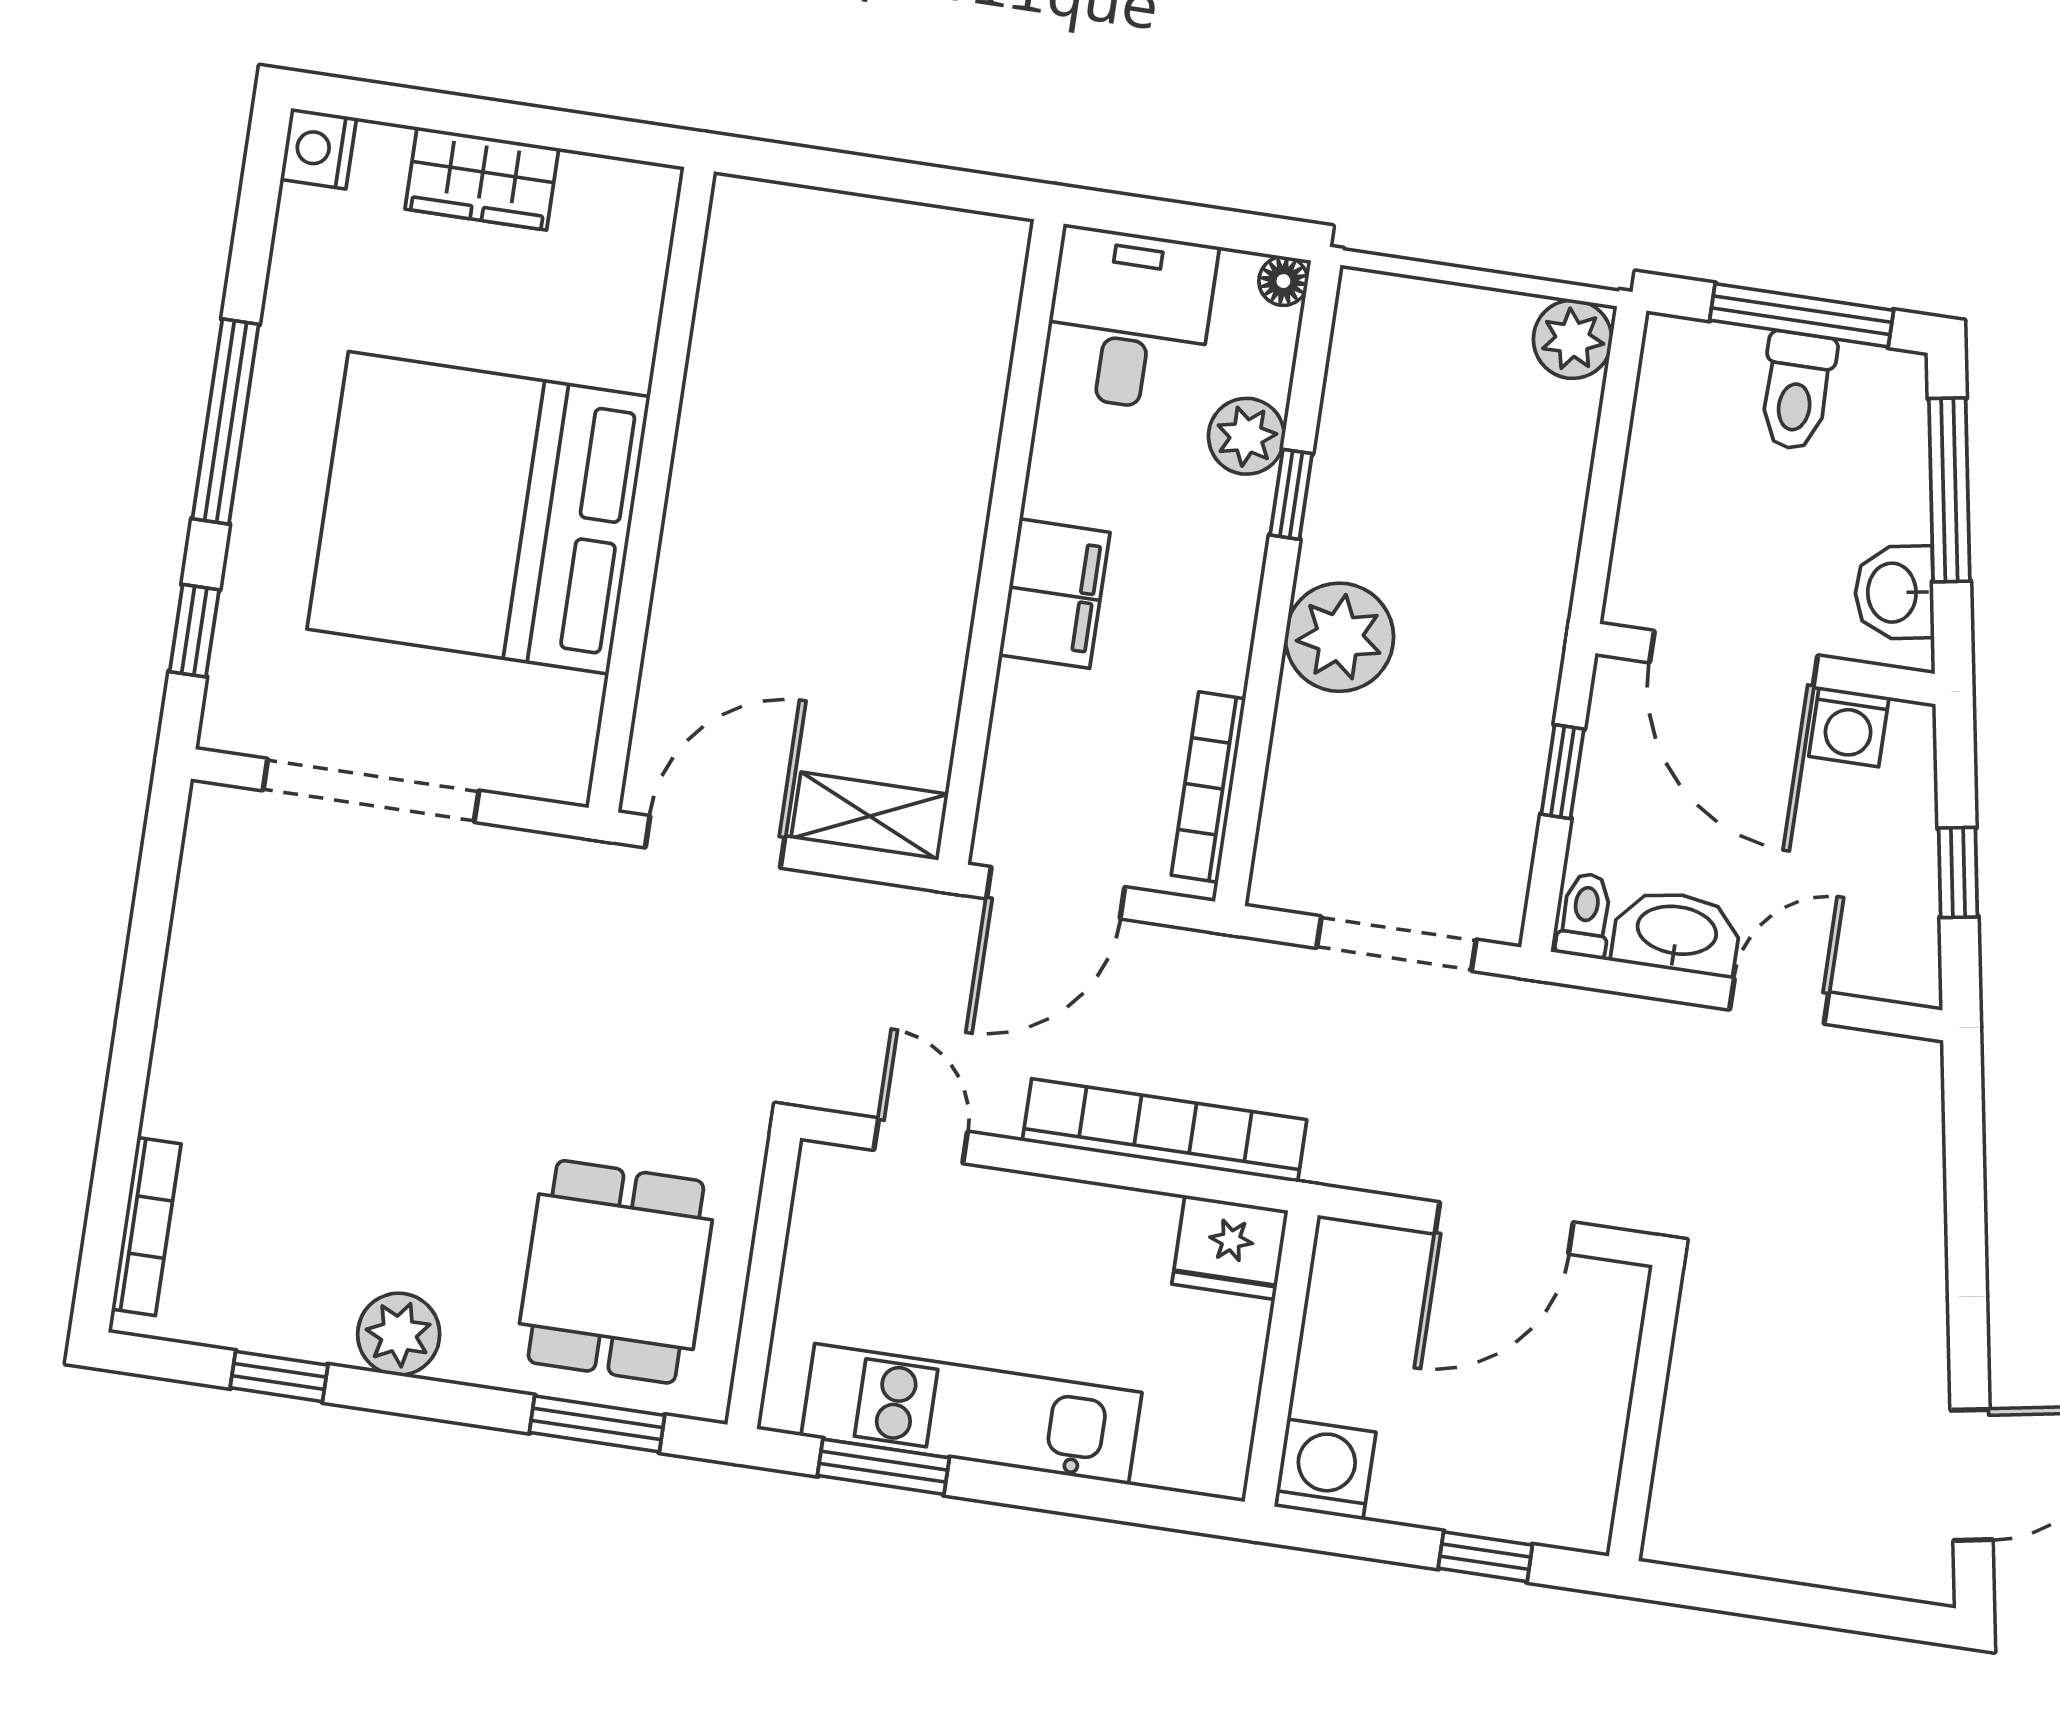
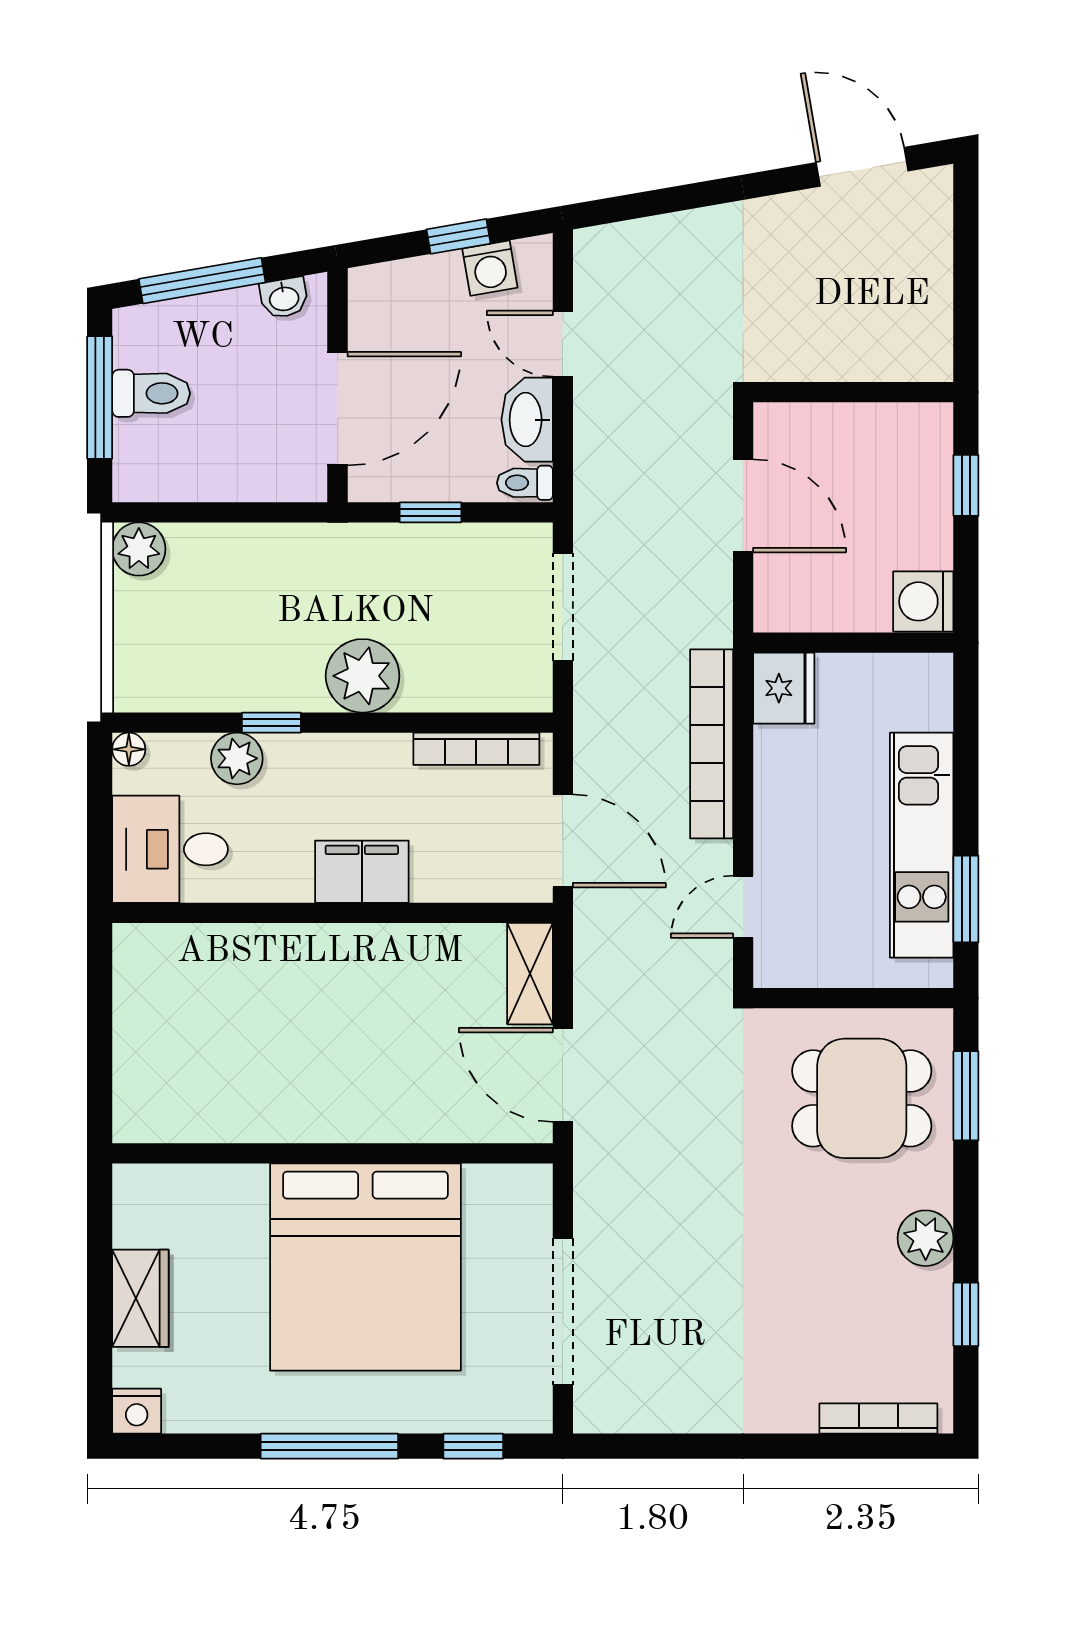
washbasin: (1894, 593) -> (284, 298), width x0.72, depth x0.69
washing machine: (1849, 727) -> (490, 268), moved, turned 80

